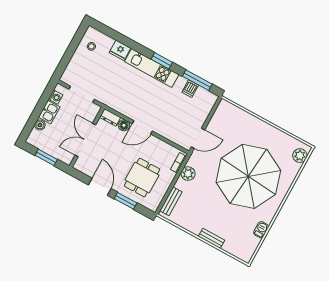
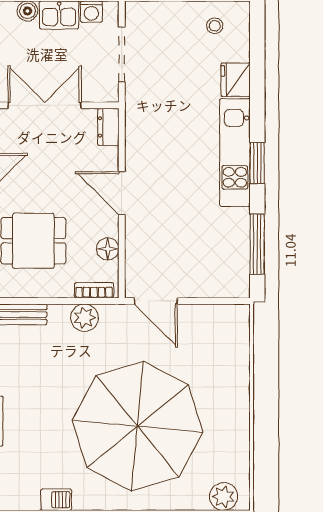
dishwasher: (190, 89) -> (236, 240), removed
floor lamp: (124, 125) -> (108, 249), moved

